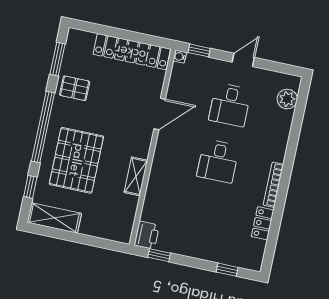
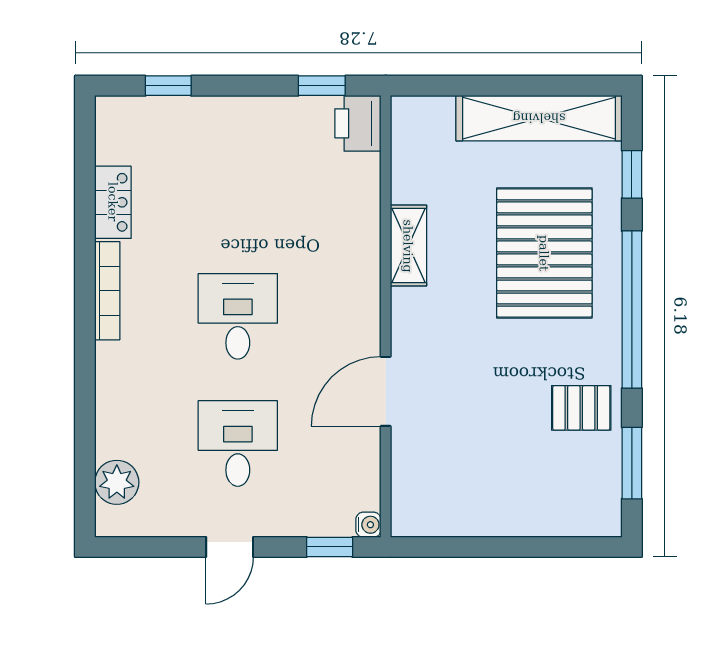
locker: (132, 52) -> (475, 513), removed
shelving: (54, 218) -> (539, 118), width x1.47

